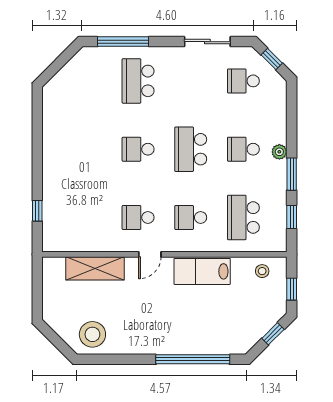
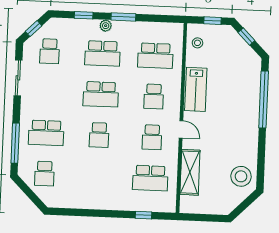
school desk: (85, 81) -> (44, 174), added
school desk: (243, 149) -> (102, 53), width x1.85
school desk: (85, 217) -> (150, 178), added
window: (292, 217) -> (84, 15), moved

